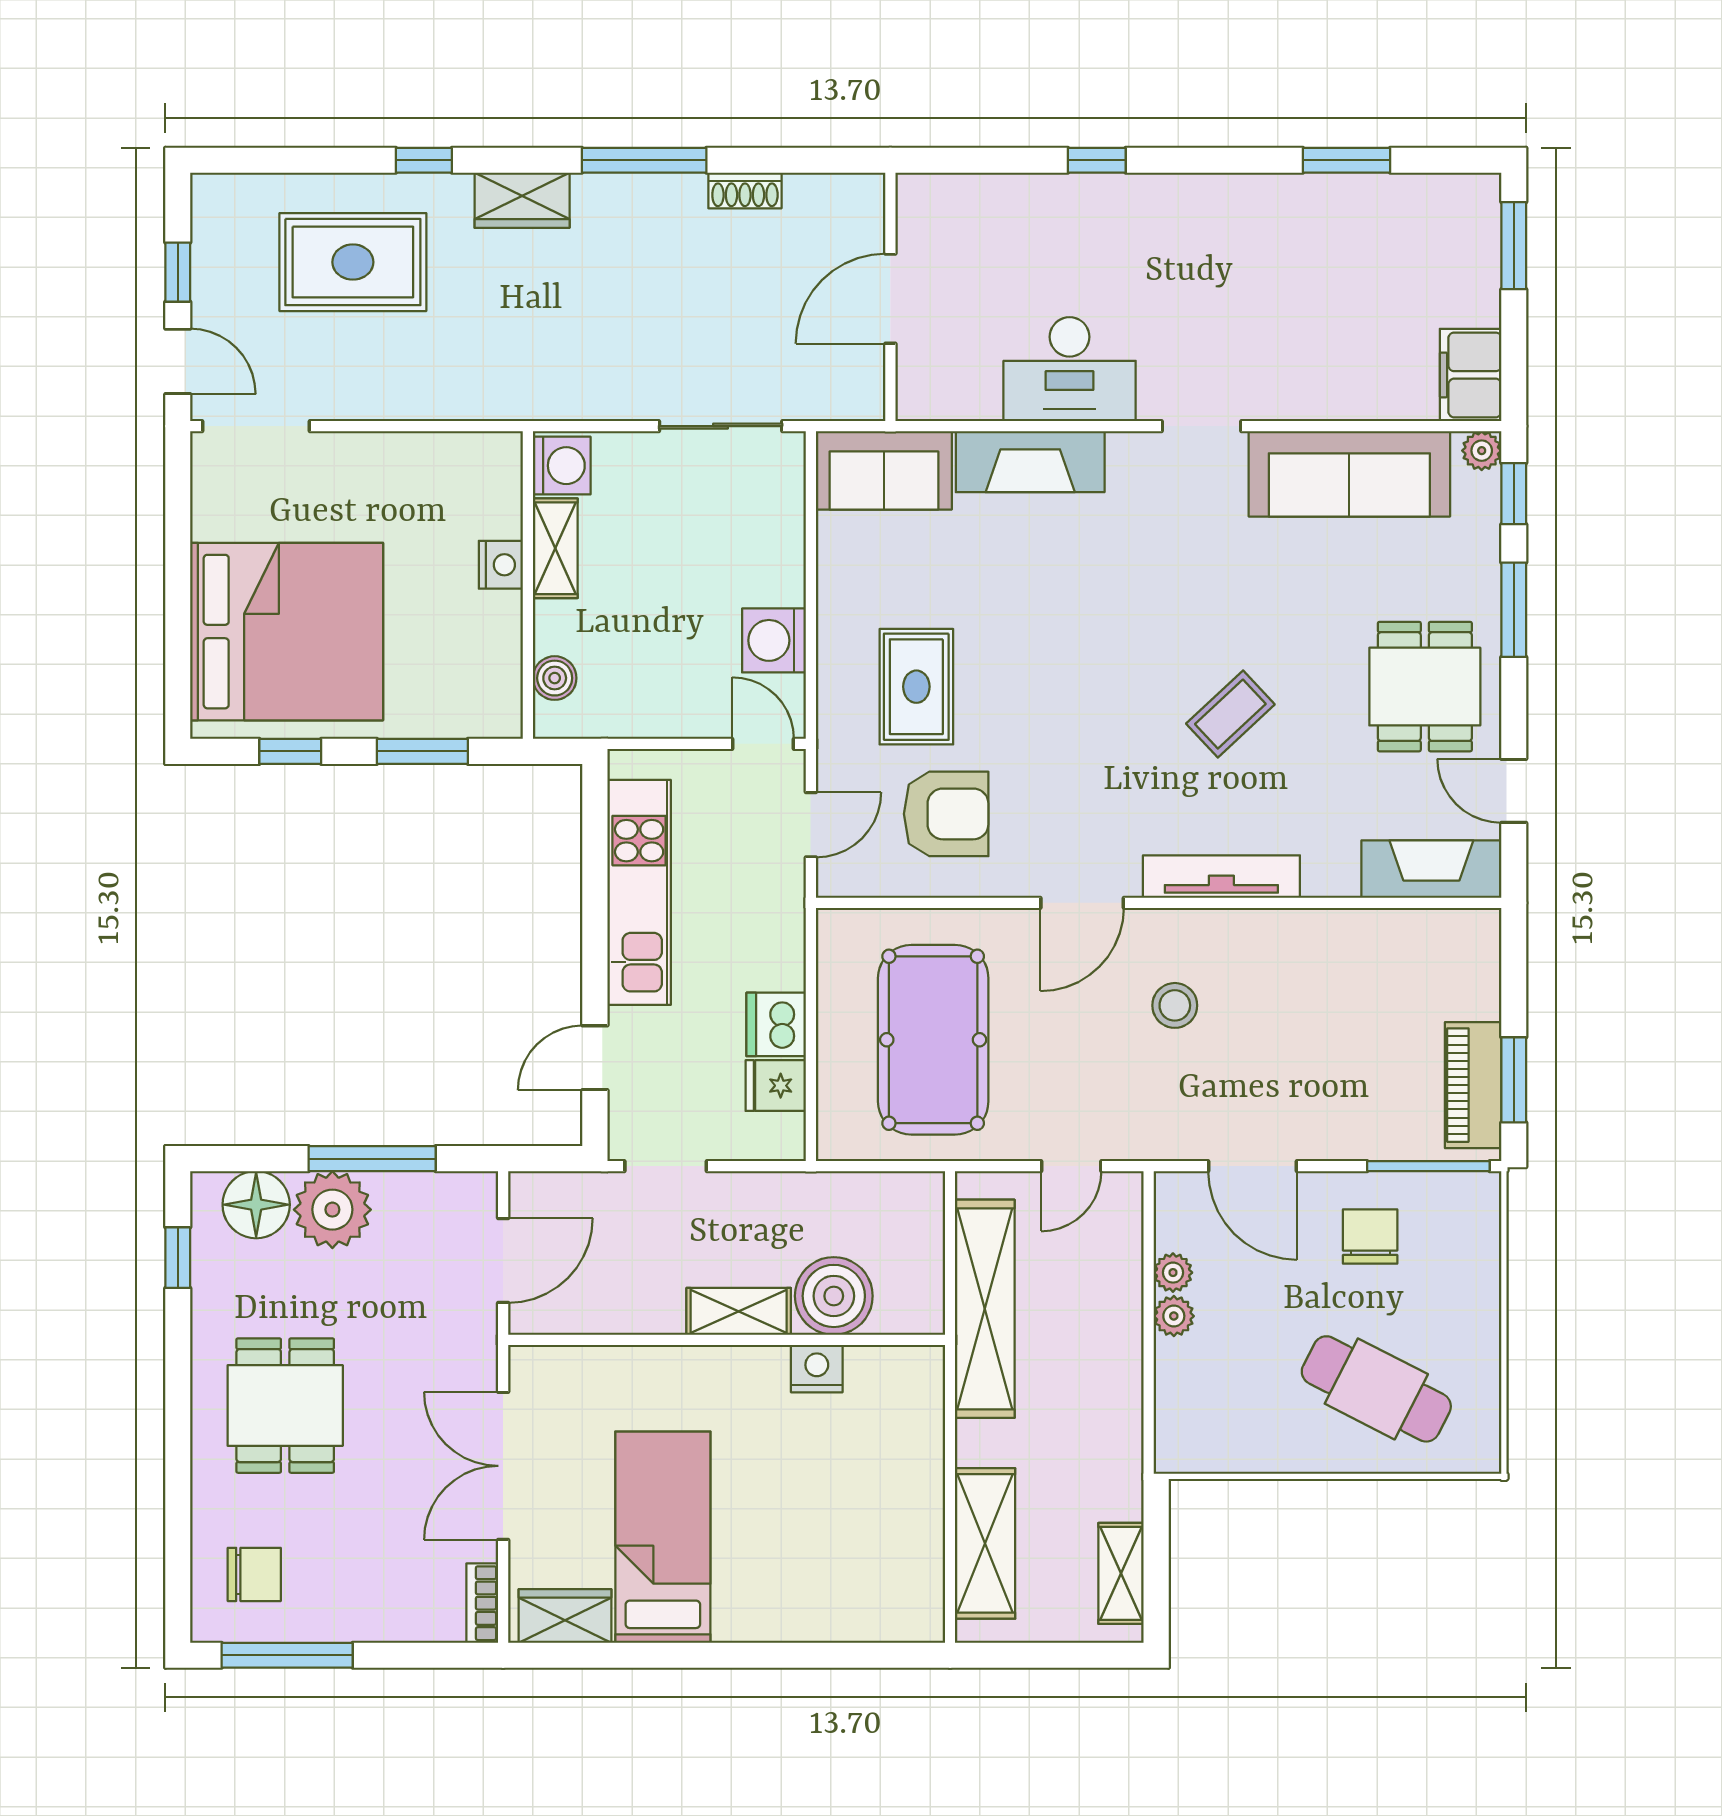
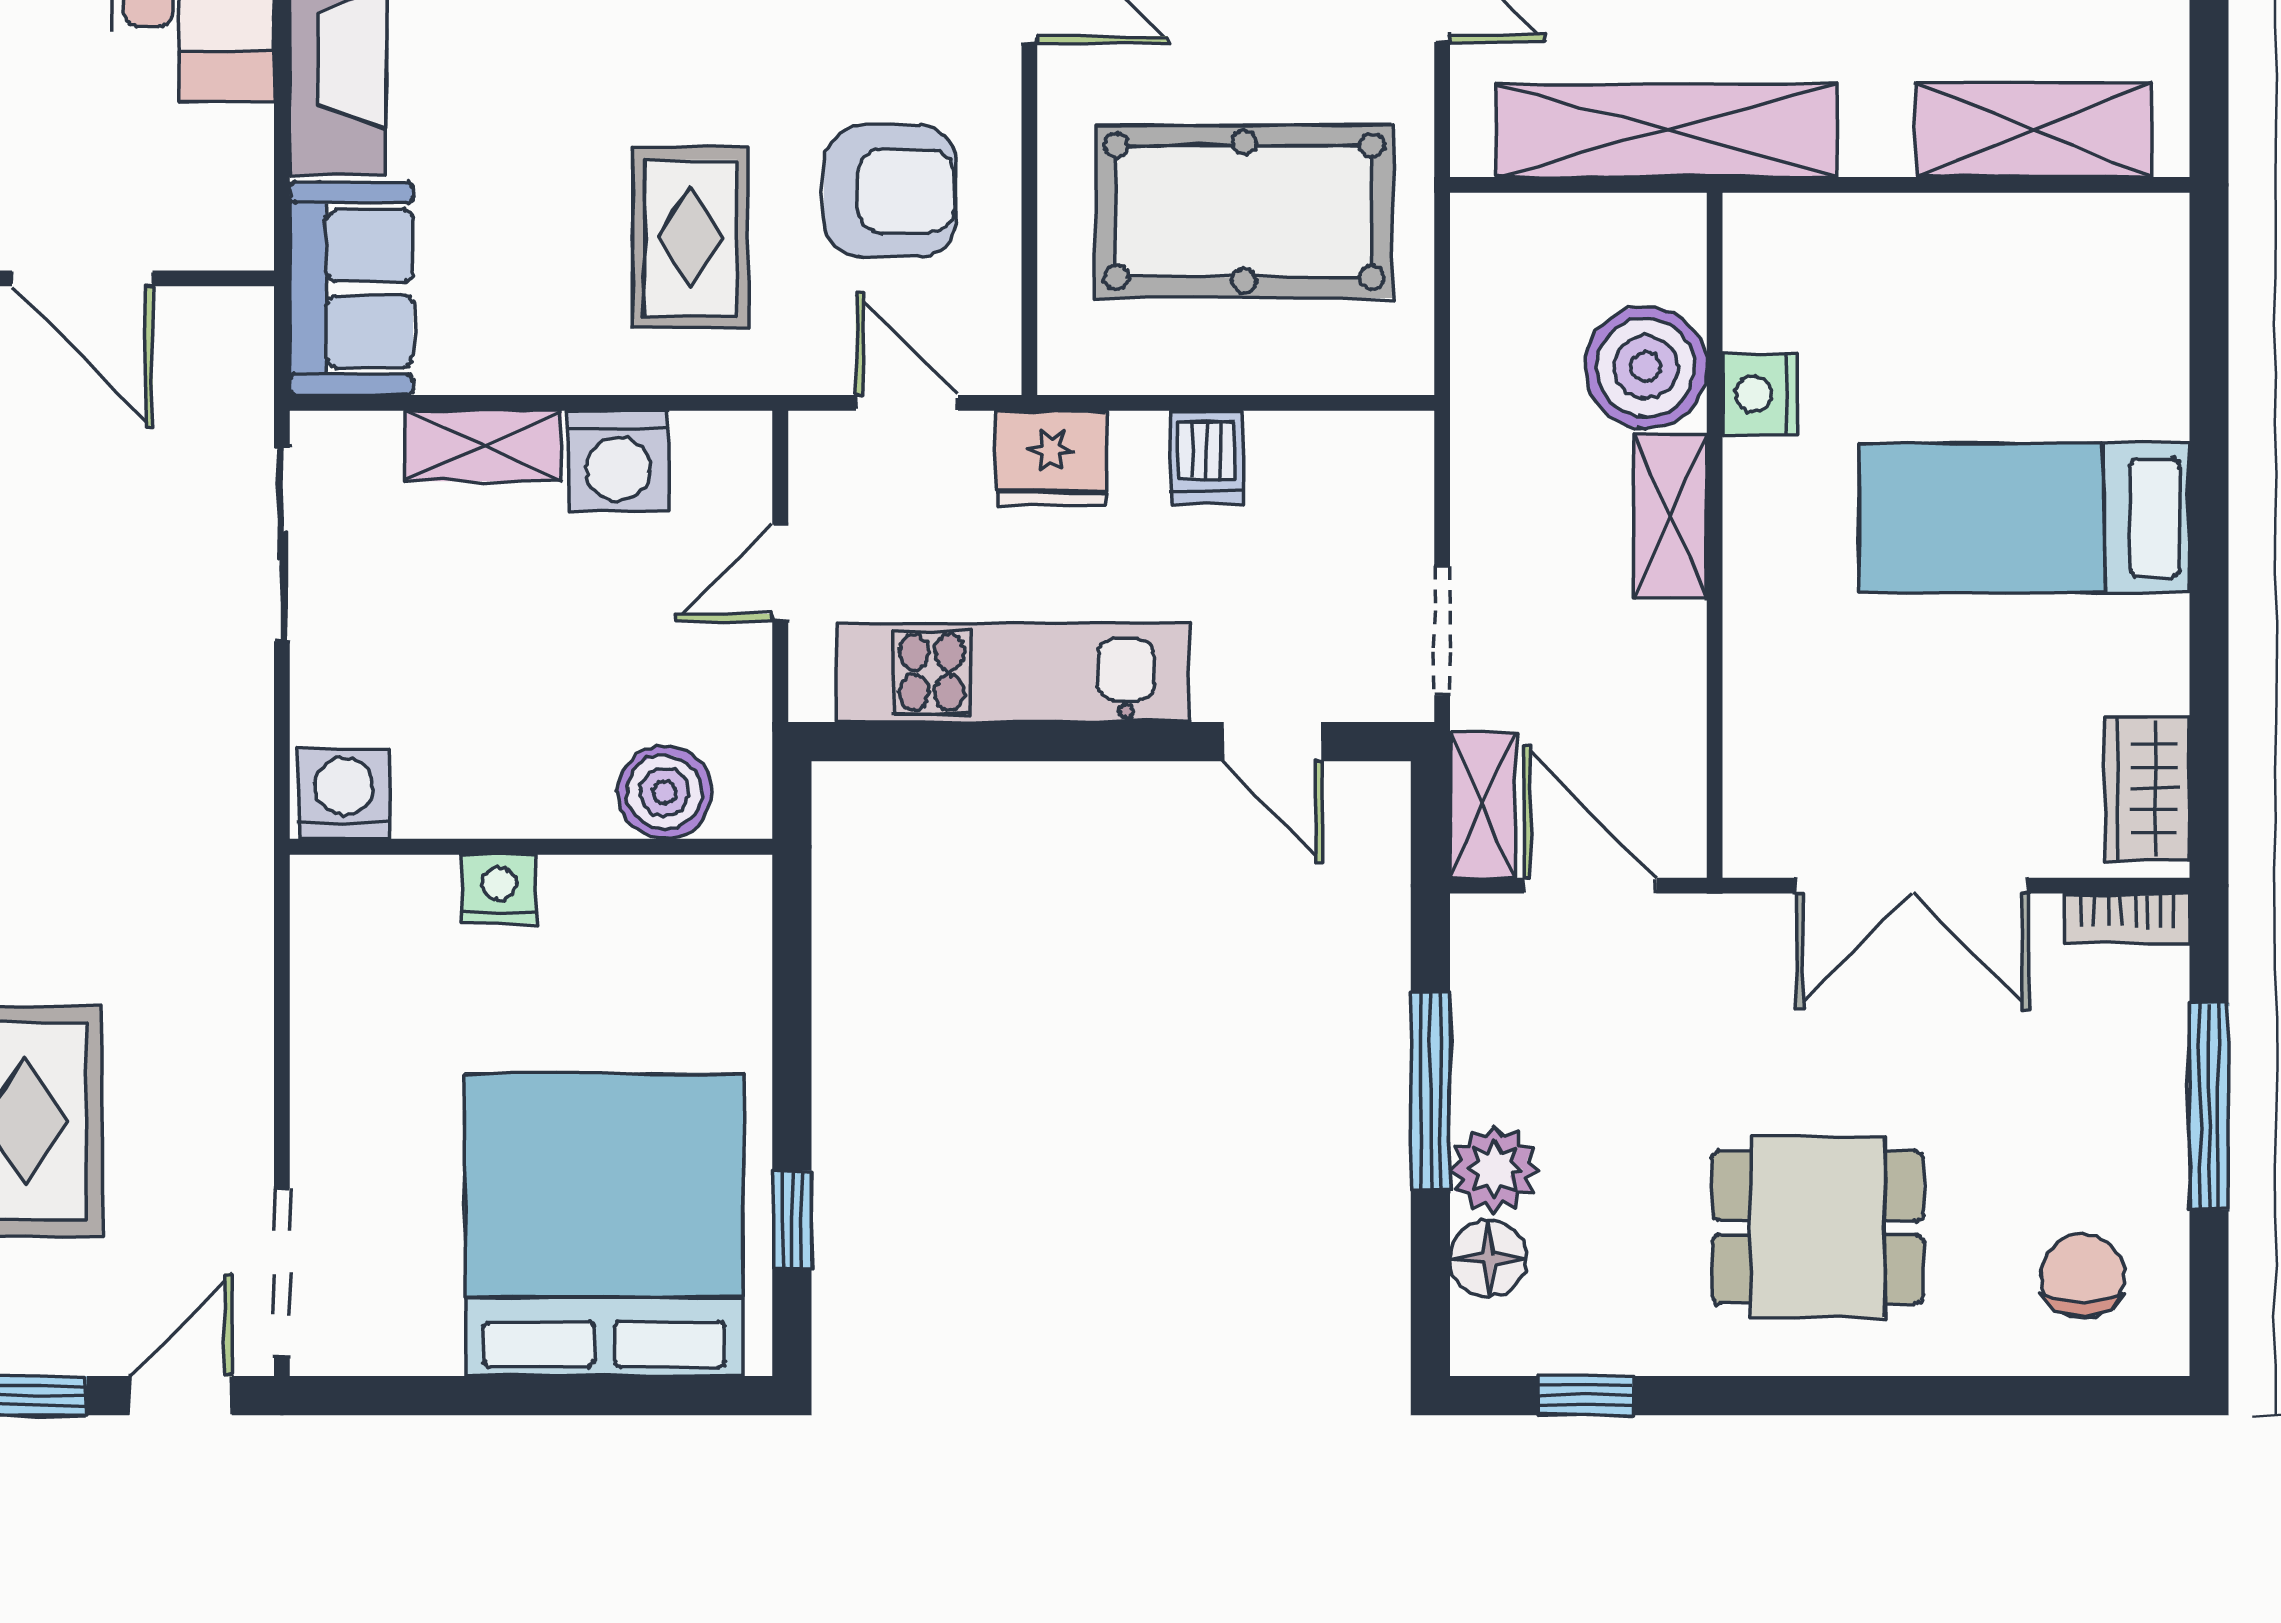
shelving: (555, 548) -> (484, 446), moved
boiler: (555, 678) -> (665, 792), width x1.36, depth x1.36
rug: (916, 687) -> (691, 238), turned 90
door: (763, 744) -> (780, 573), moved
window: (422, 751) -> (792, 1012), removed
armchair: (946, 814) -> (890, 191), turned 90
dishwasher: (776, 1024) -> (1206, 457), width x0.73
fridge: (776, 1086) -> (1051, 458), moved, width x1.38
shelving: (554, 1192) -> (1483, 805), added
floor lamp: (256, 1205) -> (1488, 1258), width x0.73, depth x0.73
plant: (332, 1210) -> (1494, 1169), width x0.73, depth x0.73
bed: (663, 1537) -> (2024, 518), moved
window: (287, 1655) -> (2209, 1106), moved

